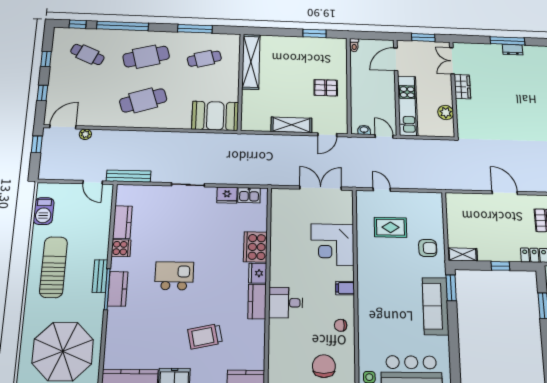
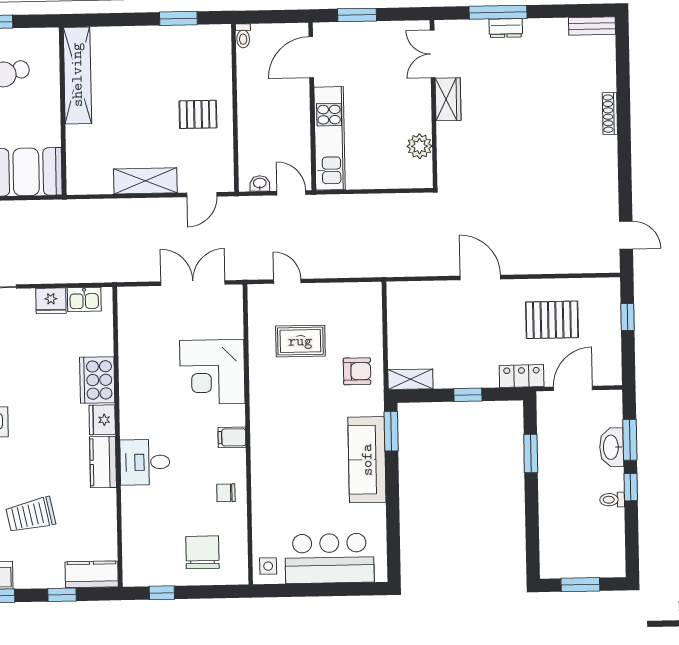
double door: (452, 61) -> (433, 54), moved
wardrobe: (462, 87) -> (448, 99), moved
wall: (454, 89) -> (434, 104), moved
plant: (446, 112) -> (420, 146), moved

